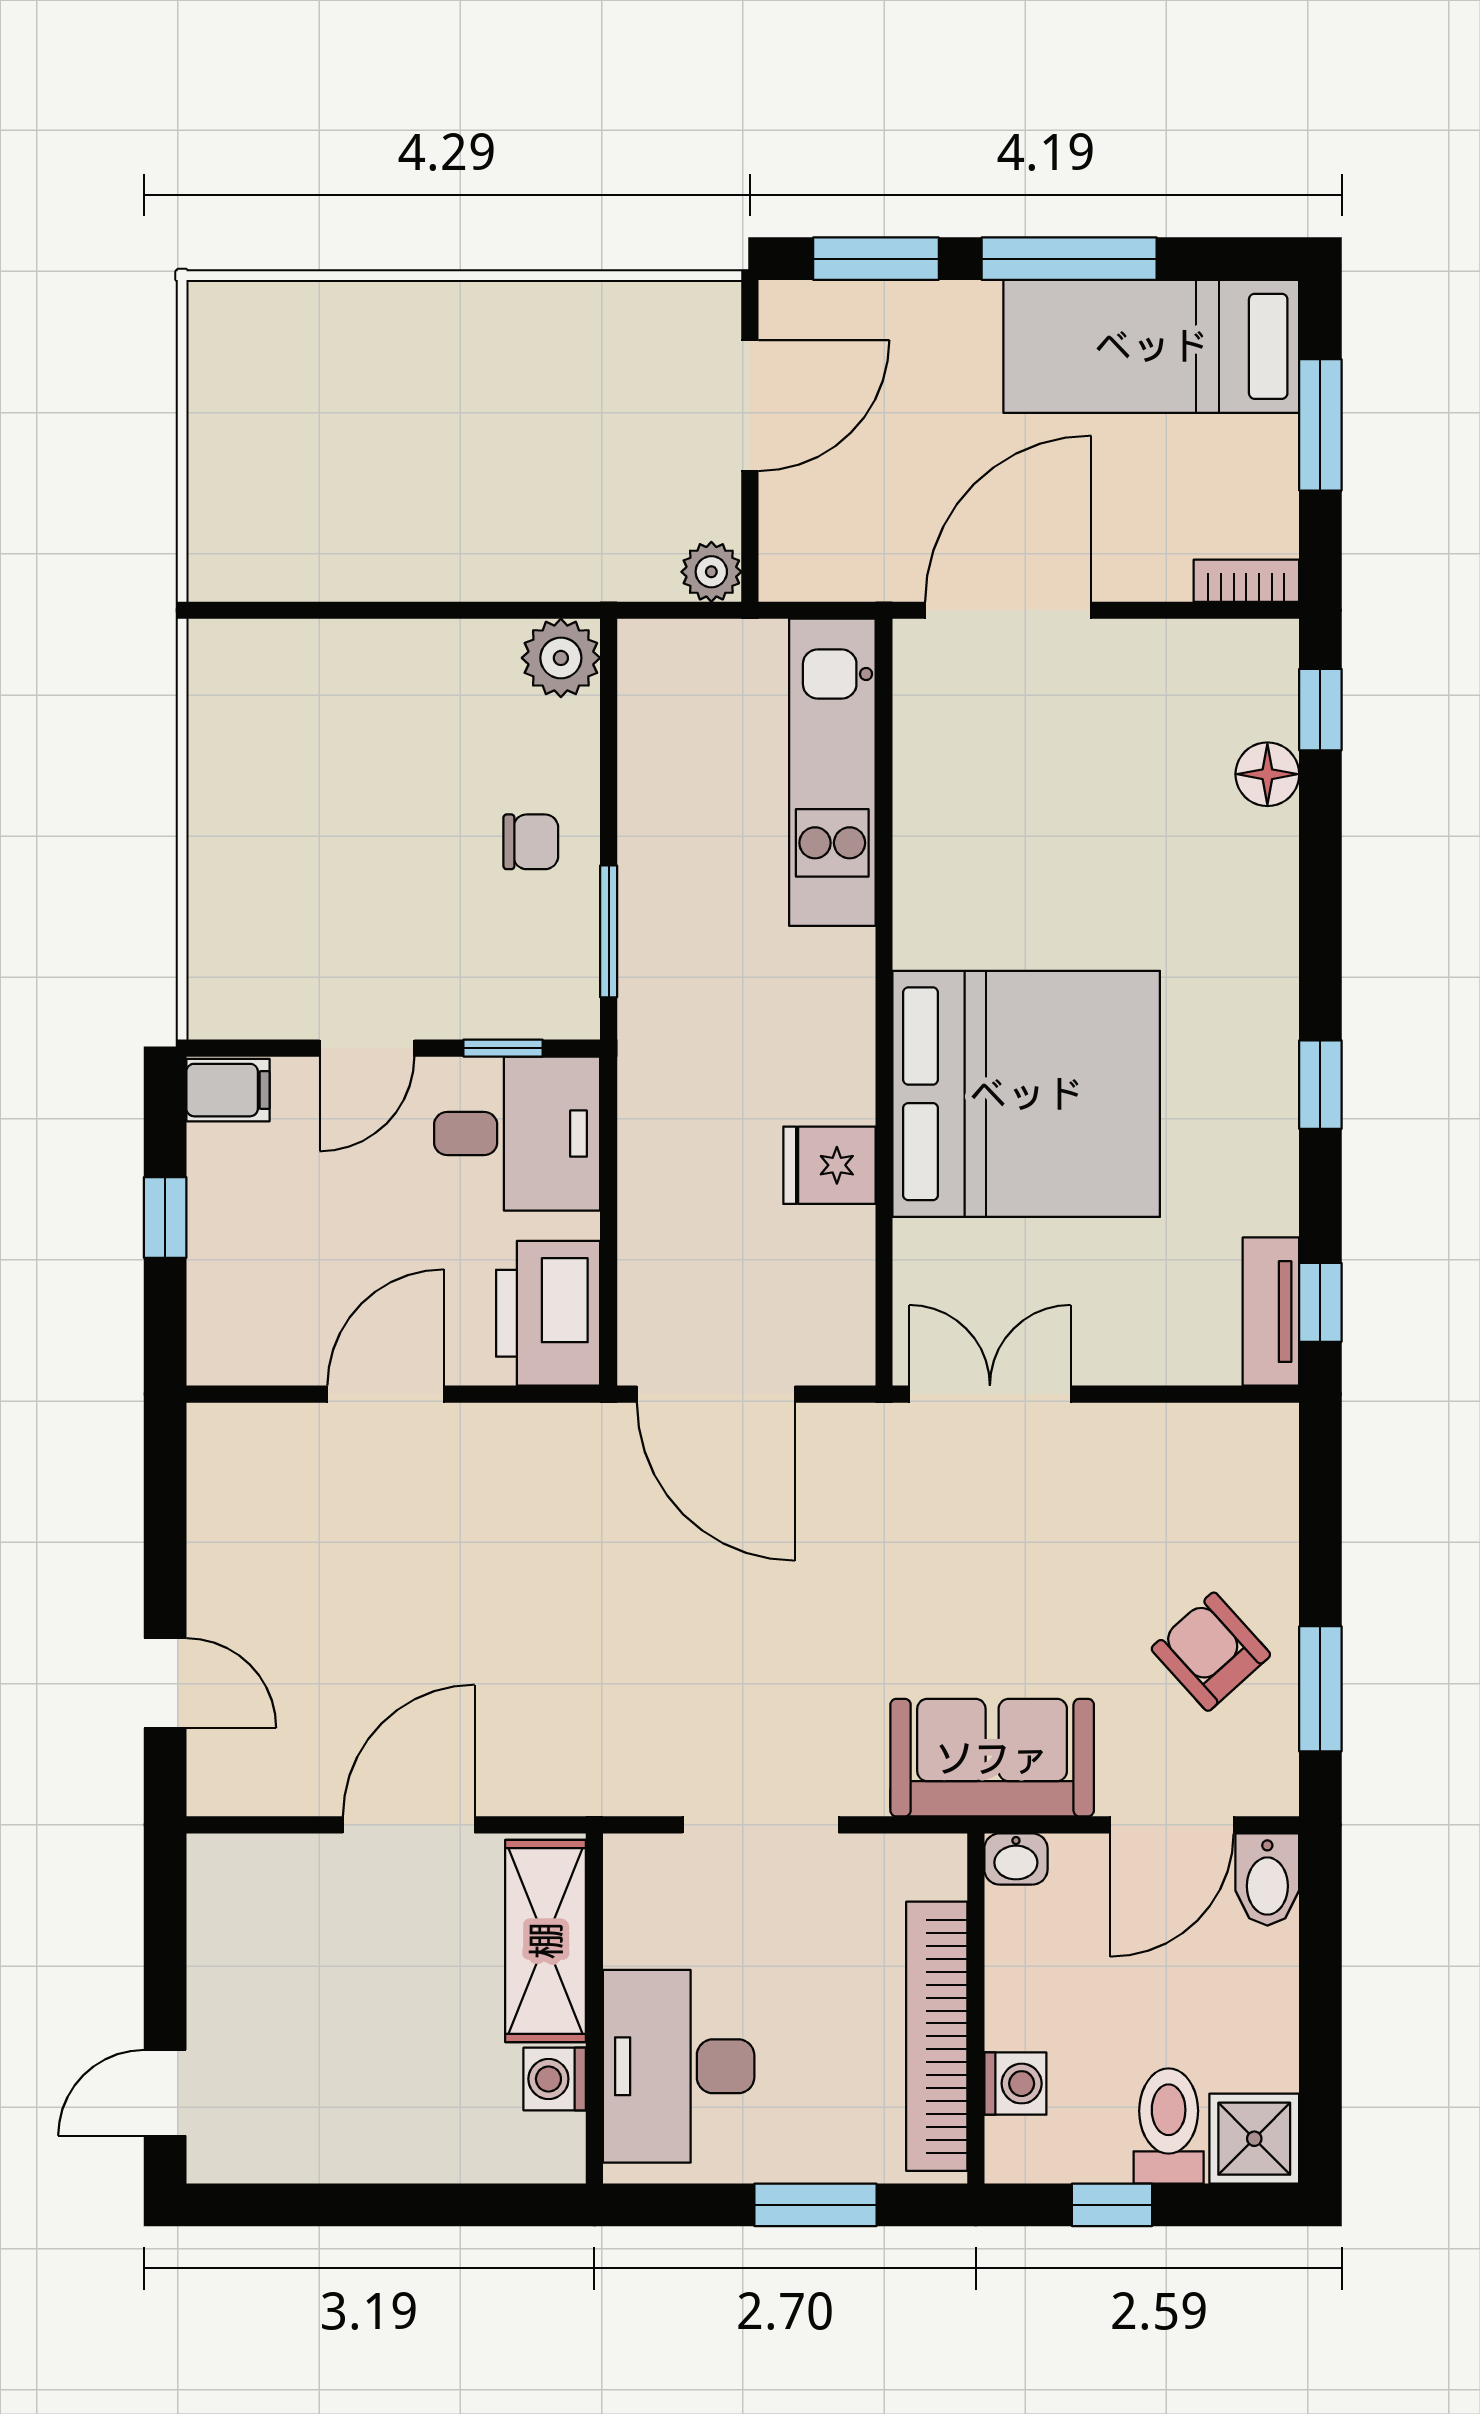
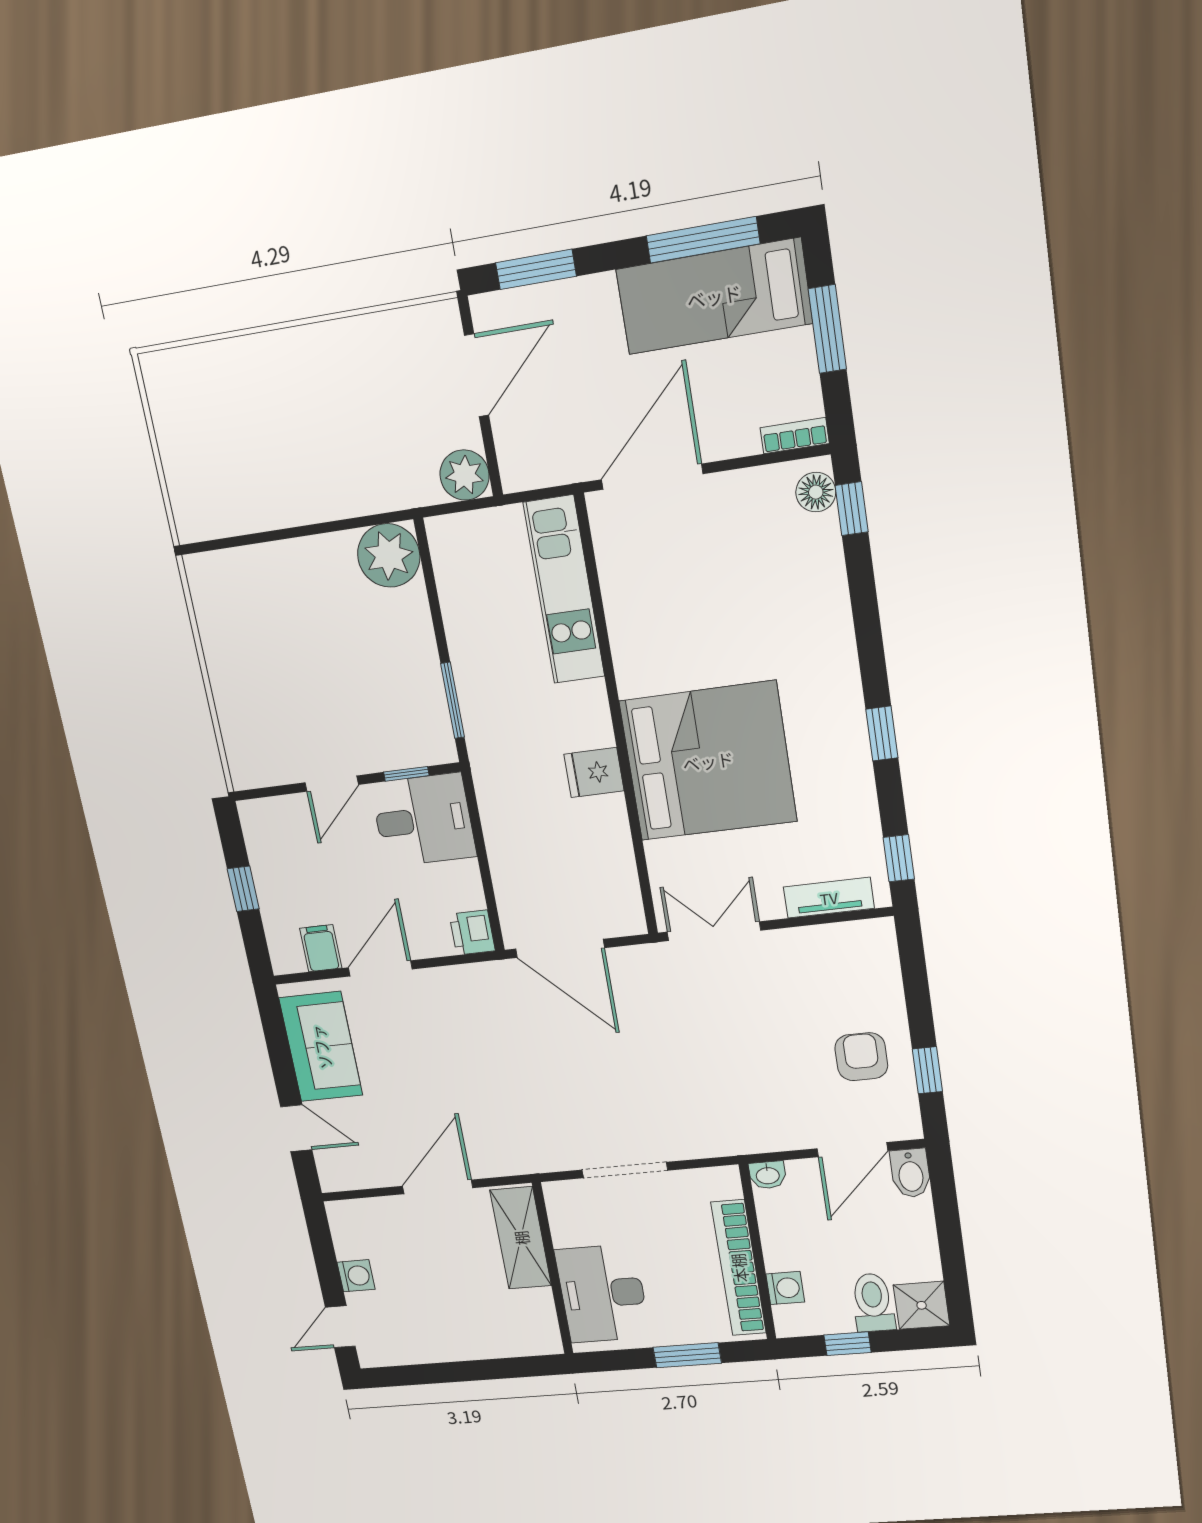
window: (1069, 259) -> (703, 240), moved
plant: (711, 572) -> (464, 475), width x1.38, depth x1.38
plant: (561, 658) -> (389, 555), width x1.36, depth x1.36
floor lamp: (1267, 774) -> (816, 492), moved
chair: (531, 842) -> (399, 655), removed
filing cabinet: (228, 1090) -> (321, 948), moved, turned -90
fridge: (829, 1165) -> (594, 773), moved
tv unit: (1271, 1312) -> (829, 898), moved, turned 90
printer: (548, 1313) -> (472, 933), width x0.53, depth x0.68
armchair: (1211, 1652) -> (861, 1057), turned 42
window: (1320, 1689) -> (927, 1070), width x0.67
sofa: (992, 1758) -> (321, 1047), moved, turned 90
washing machine: (555, 2079) -> (356, 1276), moved, turned 180

